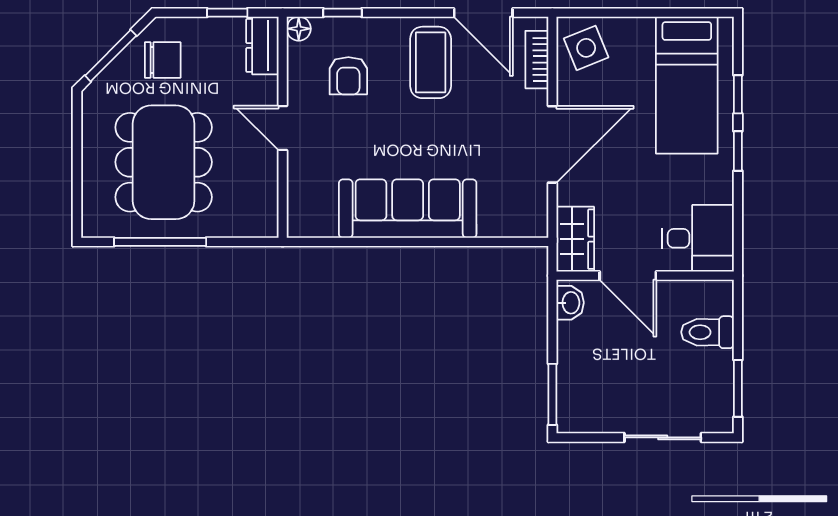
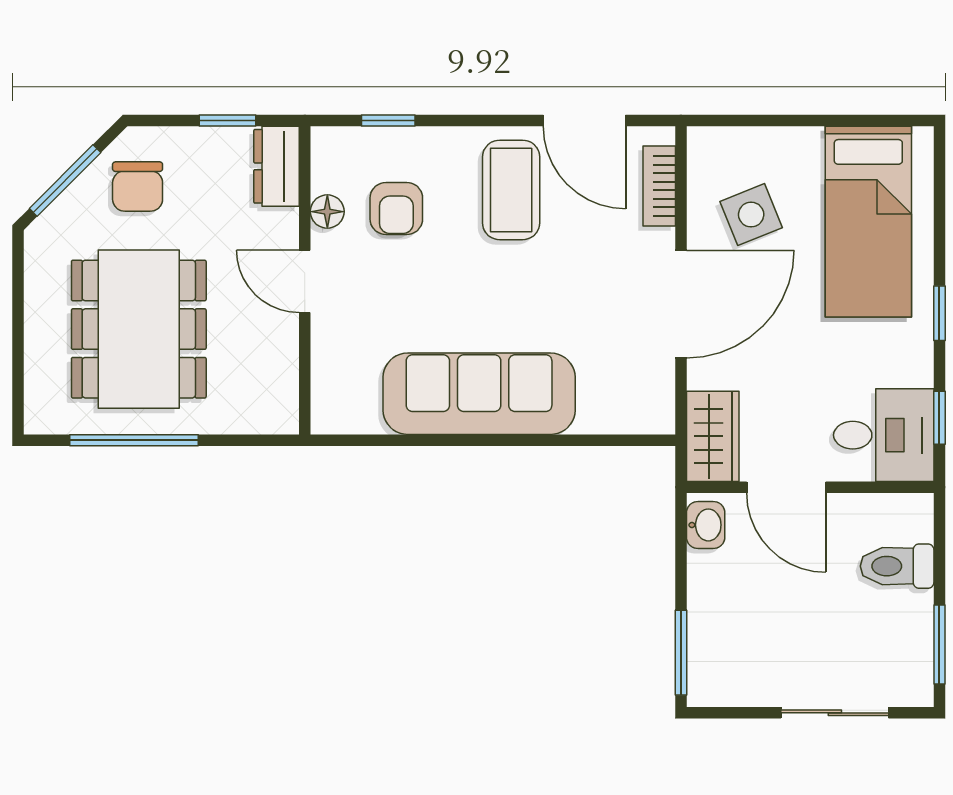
floor lamp: (299, 29) -> (327, 212), moved
side table: (586, 48) -> (751, 215), moved
chair: (163, 60) -> (138, 187), turned 90
window: (738, 94) -> (939, 418), moved

